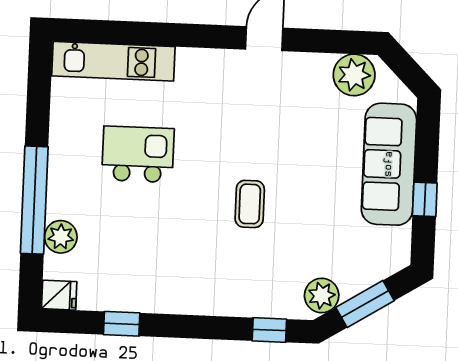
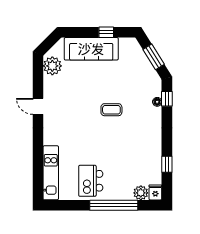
kitchen island: (138, 154) -> (91, 181), moved
plant: (61, 237) -> (141, 193), moved
plant: (322, 296) -> (151, 76), removed
floor lamp: (263, 308) -> (157, 102), added

